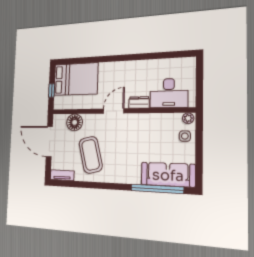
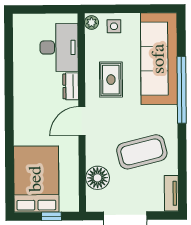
door: (114, 111) -> (82, 121), hinge flipped
rug: (143, 133) -> (111, 80), added
sofa: (168, 175) -> (159, 59), width x1.36, depth x1.27
window: (157, 189) -> (182, 90), moved

